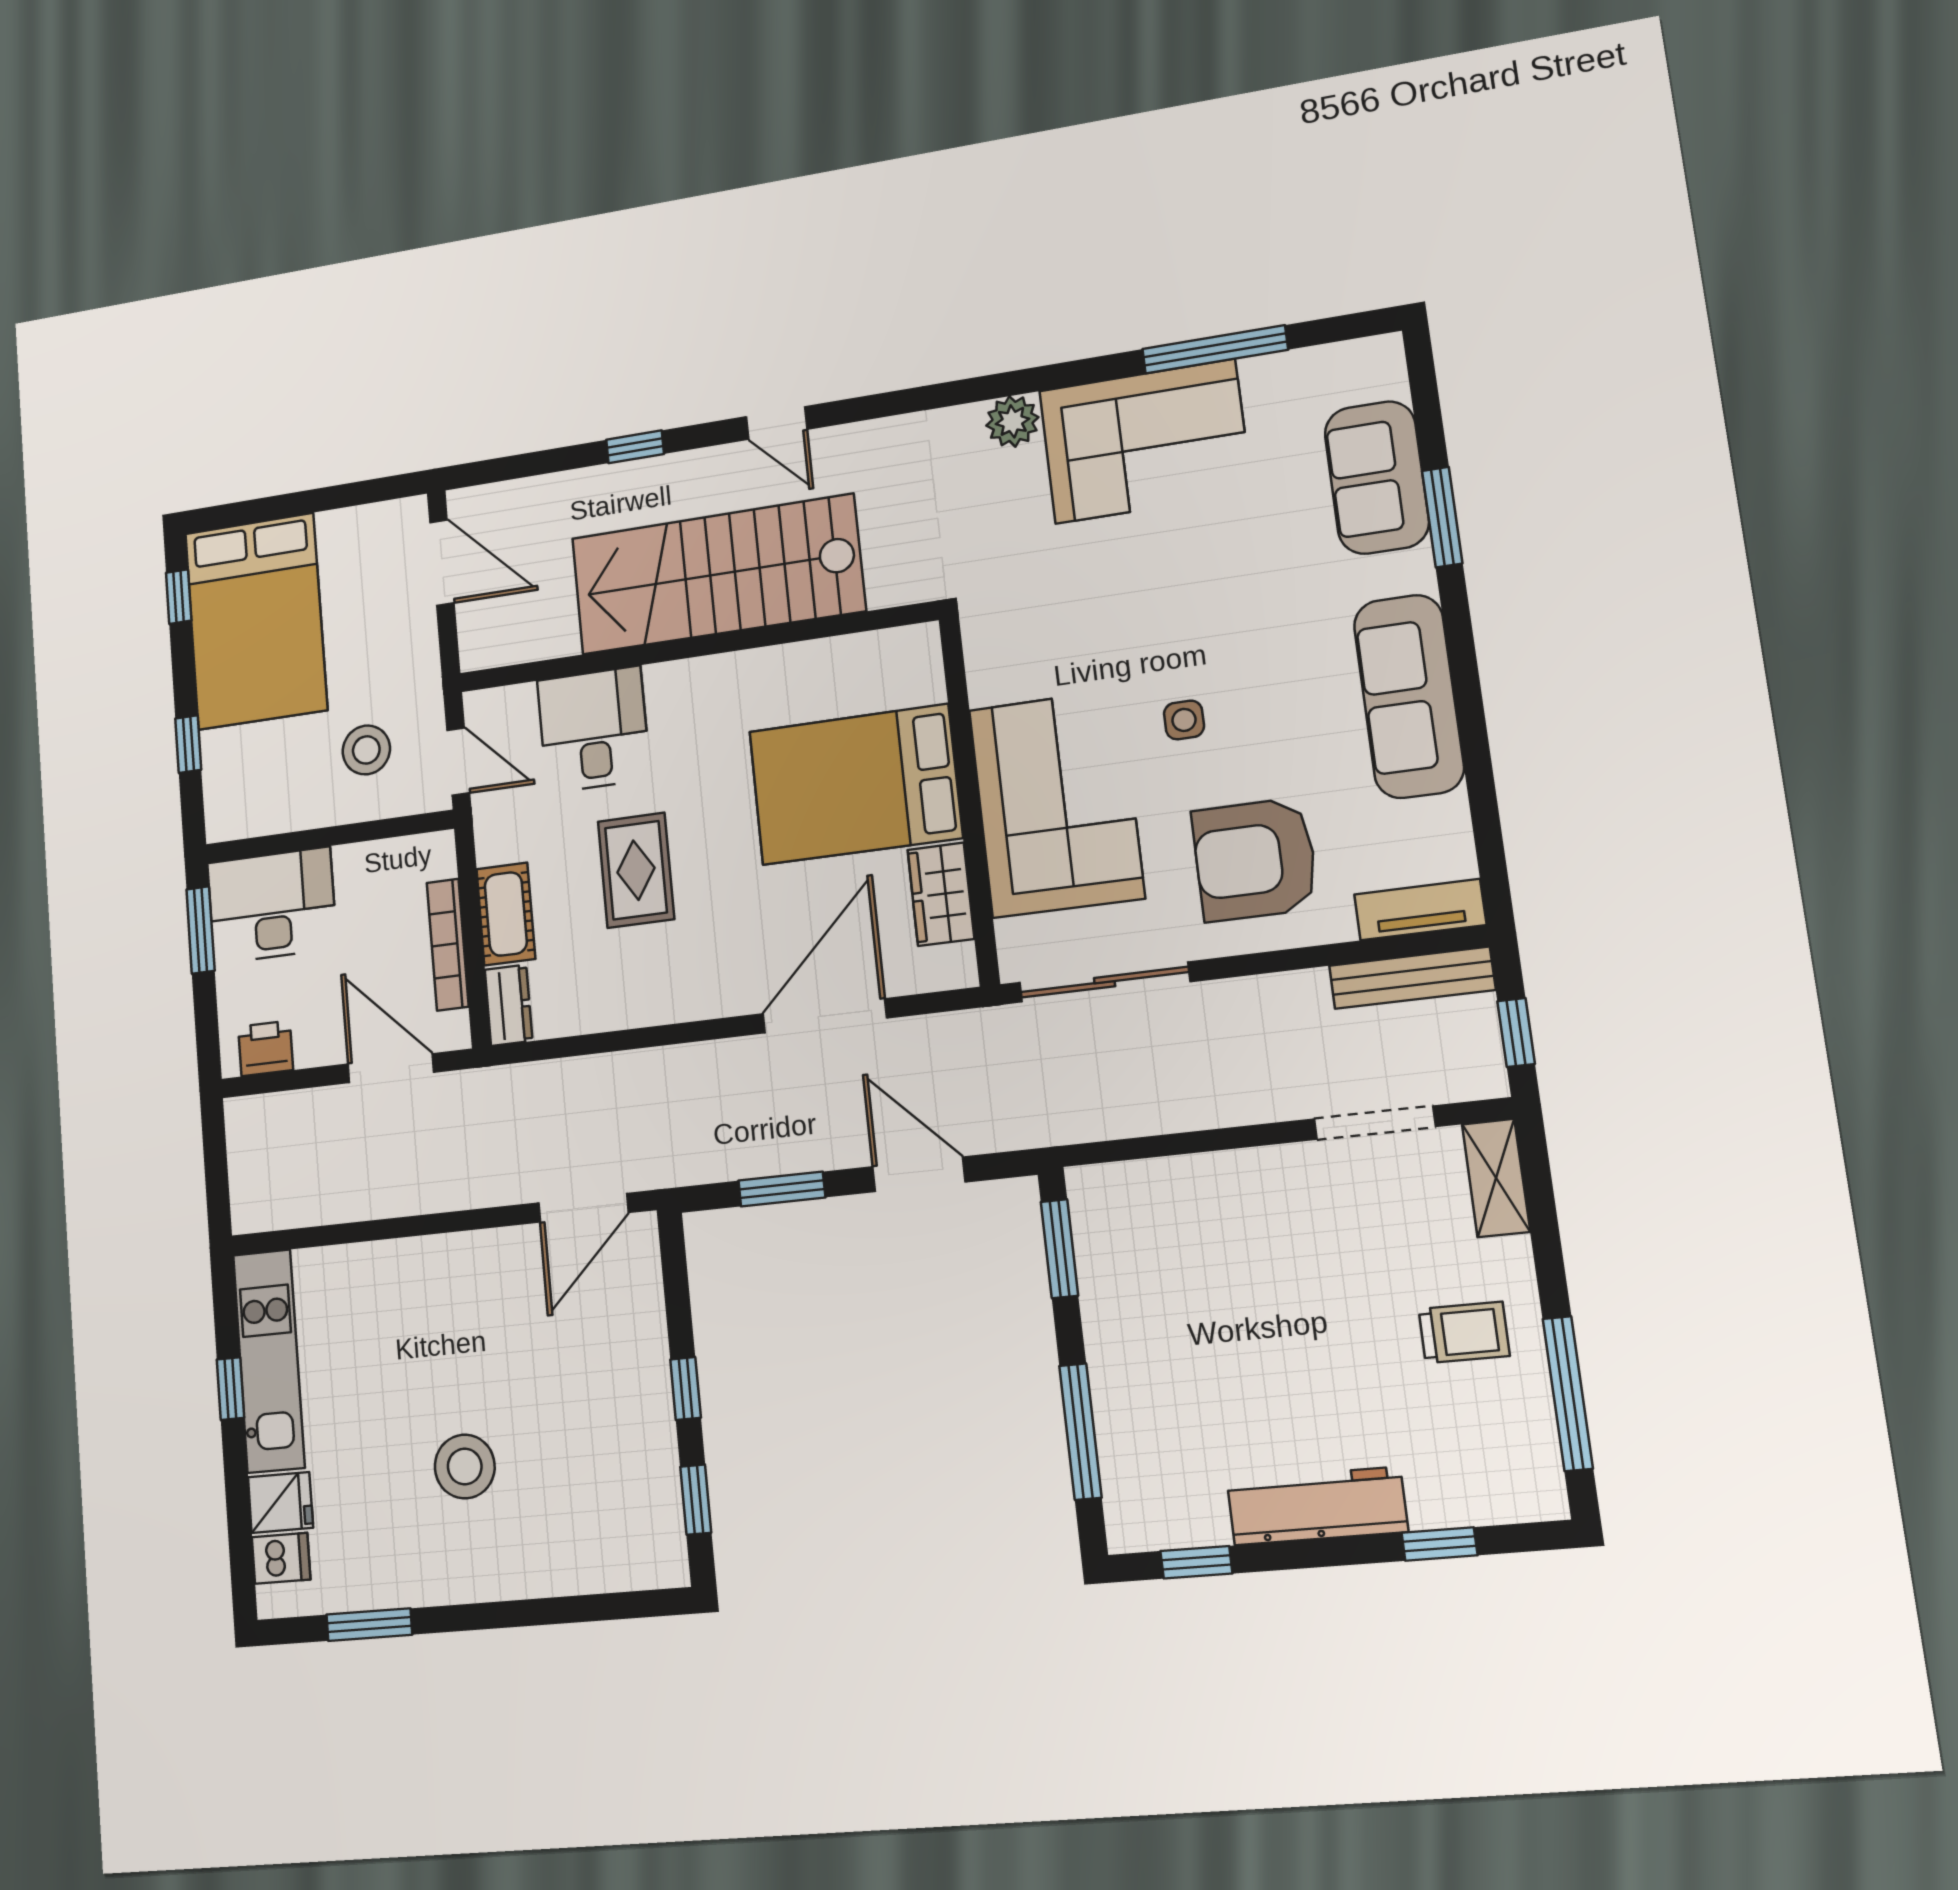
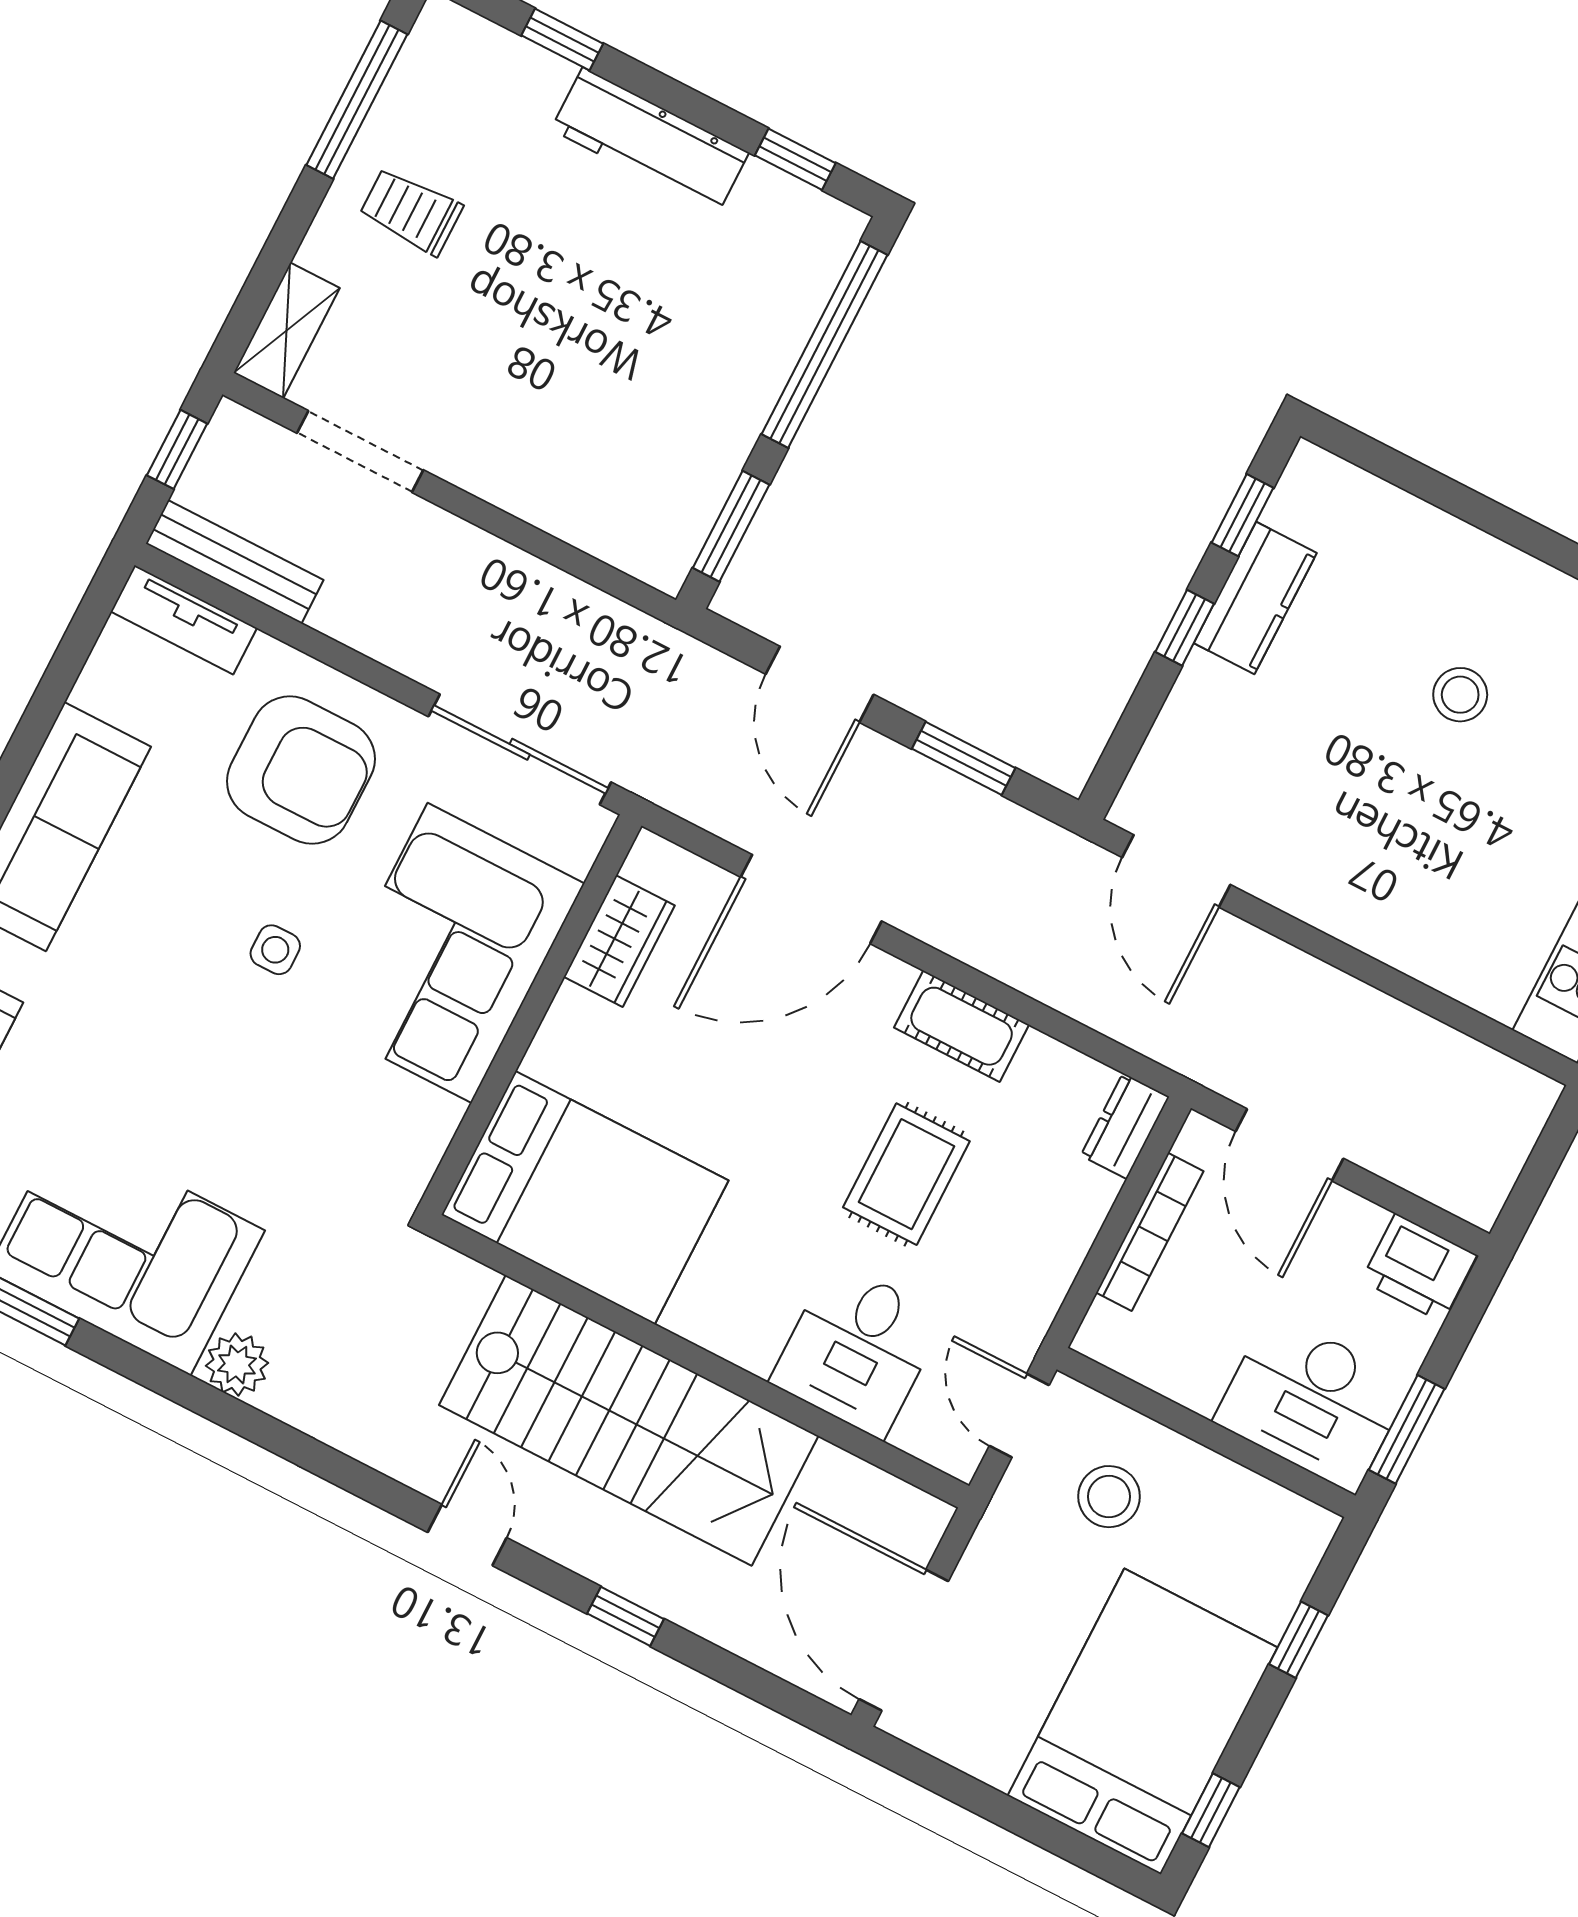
door: (442, 563) -> (904, 1640), width x1.36
bed: (855, 784) -> (585, 1198), moved
cot: (506, 914) -> (962, 1026), moved, turned 90
printer: (266, 1048) -> (1419, 1268), width x1.36, depth x1.24
door: (583, 1208) -> (1176, 871), swing flipped
window: (1080, 1432) -> (824, 345), width x1.46
kitchen counter: (649, 1444) -> (1255, 598), added
stool: (465, 1466) -> (1460, 695), width x0.73, depth x0.73

